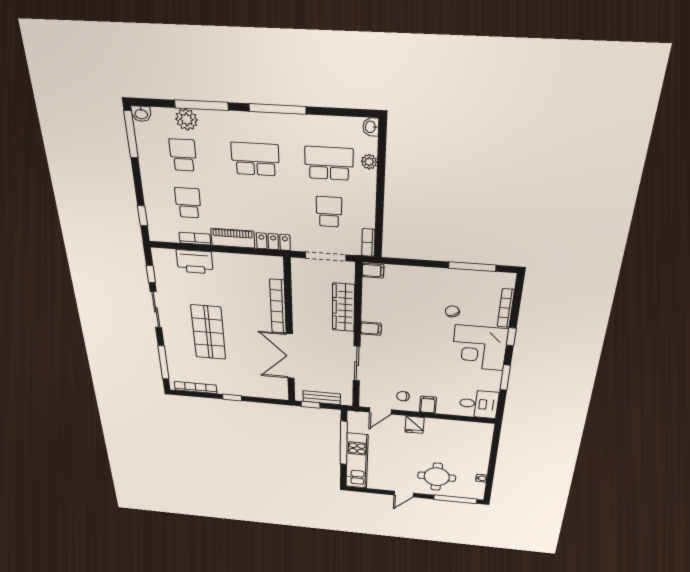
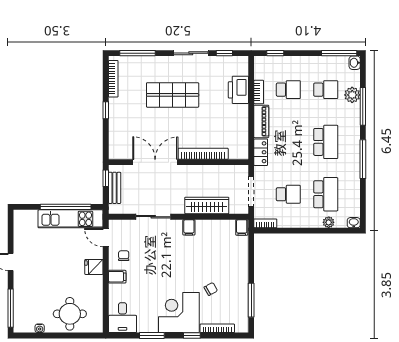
kitchen unit: (357, 461) -> (71, 219), moved
round table: (437, 477) -> (70, 314), moved

